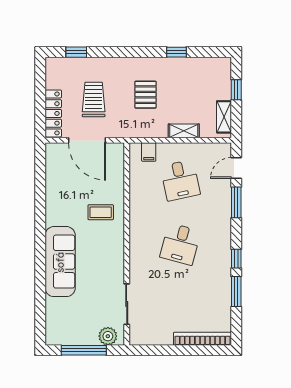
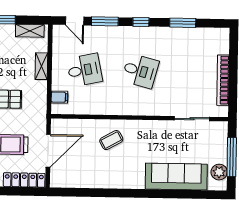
coffee table: (101, 212) -> (111, 140), turned 61
window: (236, 259) -> (141, 22), moved
sofa: (60, 262) -> (176, 177), moved
plant: (108, 336) -> (219, 172), moved
bookcase: (202, 339) -> (223, 80), moved

